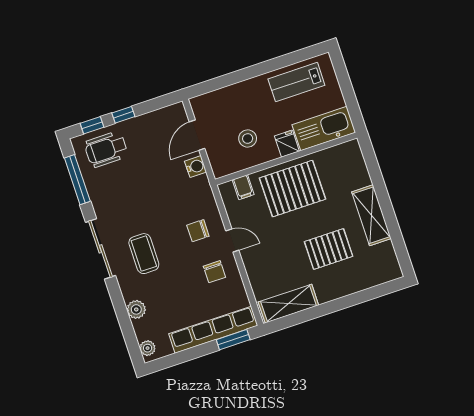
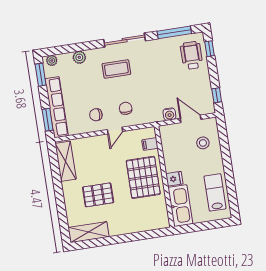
window: (123, 115) -> (217, 95), moved
stool: (248, 139) -> (203, 143), moved
shelving: (371, 215) -> (89, 232), moved
pallet: (329, 249) -> (98, 195), turned 90
window: (171, 361) -> (41, 75), added

